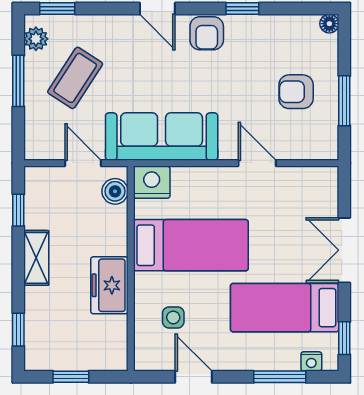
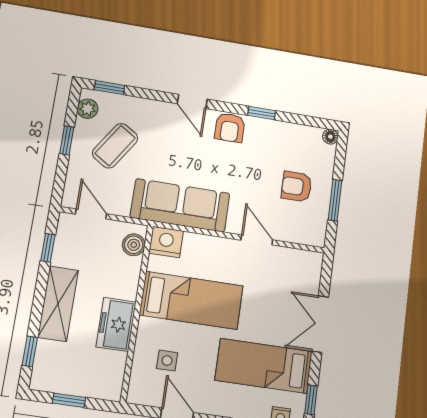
window: (18, 81) -> (67, 140), width x0.67
door: (83, 163) -> (91, 214), moved
shelving: (36, 258) -> (58, 304), width x1.50, depth x1.33

